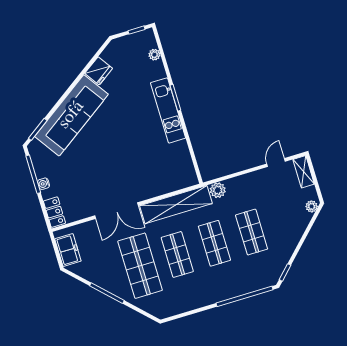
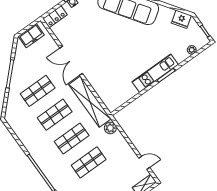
fridge: (99, 71) -> (181, 19), moved
shop shelf: (140, 266) -> (38, 91), width x0.70, depth x0.74

